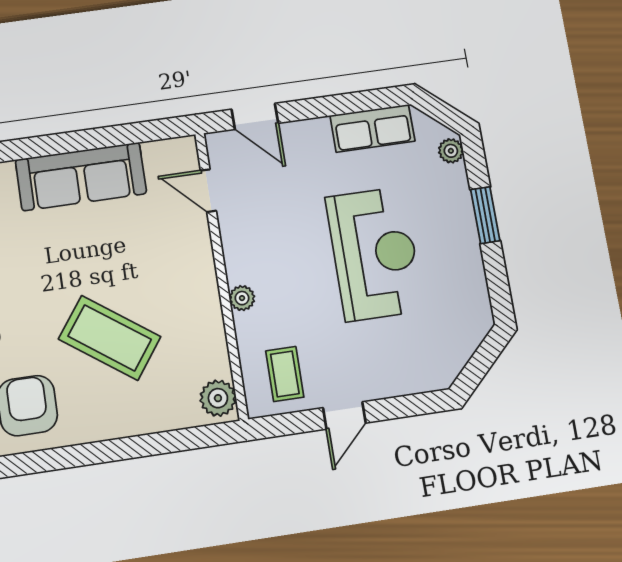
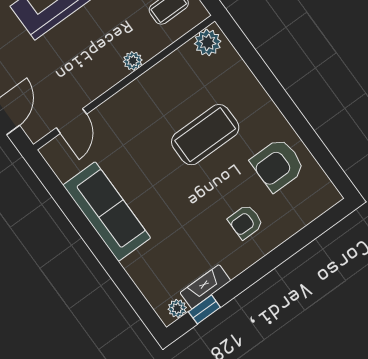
coffee table: (110, 338) -> (205, 135), turned 54

